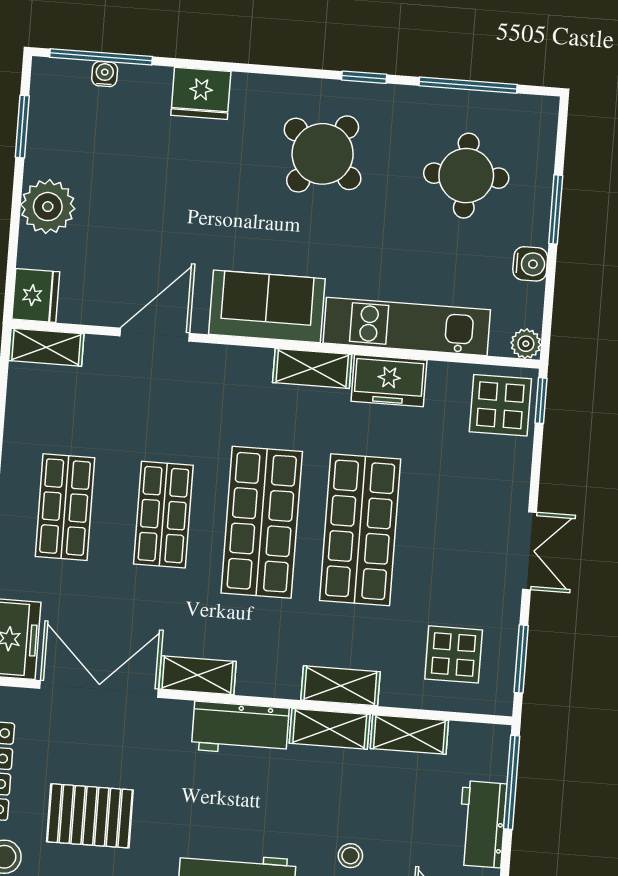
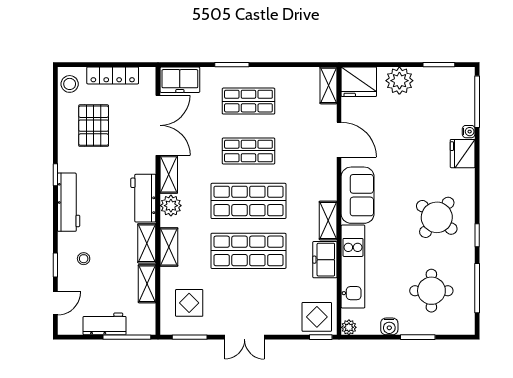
water cooler: (105, 74) -> (469, 132), moved
fridge: (36, 295) -> (359, 82), width x1.36, depth x1.34
plant: (259, 676) -> (171, 206), added

